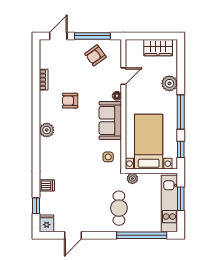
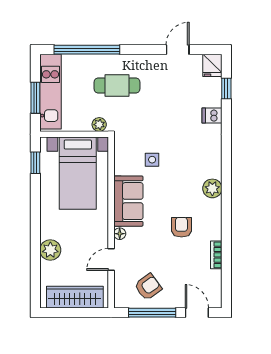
door: (58, 36) -> (197, 313), swing flipped
wardrobe: (158, 48) -> (75, 297), width x1.50
armchair: (70, 101) -> (181, 227), turned -90
window: (181, 112) -> (35, 212), removed
side table: (108, 157) -> (152, 160), moved
cafe table: (119, 208) -> (117, 85), turned 90

